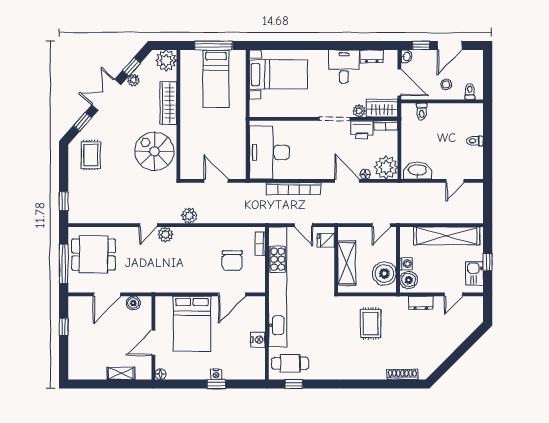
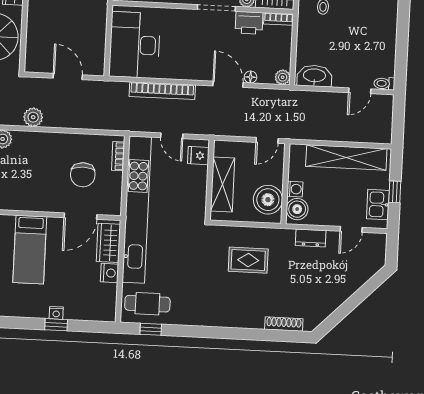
toilet: (475, 141) -> (384, 84), moved
plant: (386, 167) -> (283, 77), width x0.53, depth x0.53
wardrobe: (256, 315) -> (108, 243), added
bed: (192, 324) -> (30, 250), width x0.67
rug: (371, 324) -> (248, 260), turned 90

